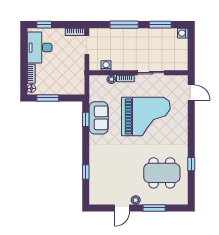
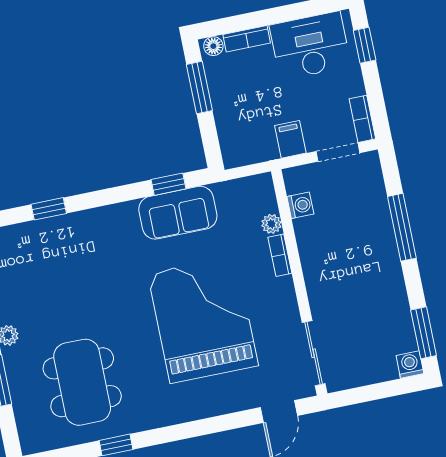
window: (160, 25) -> (424, 333), moved
filing cabinet: (77, 64) -> (290, 139), added
sliding door: (151, 73) -> (314, 353), moved
grand piano: (146, 117) -> (203, 320), turned 180

